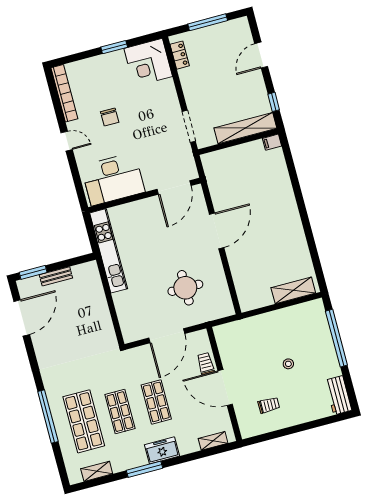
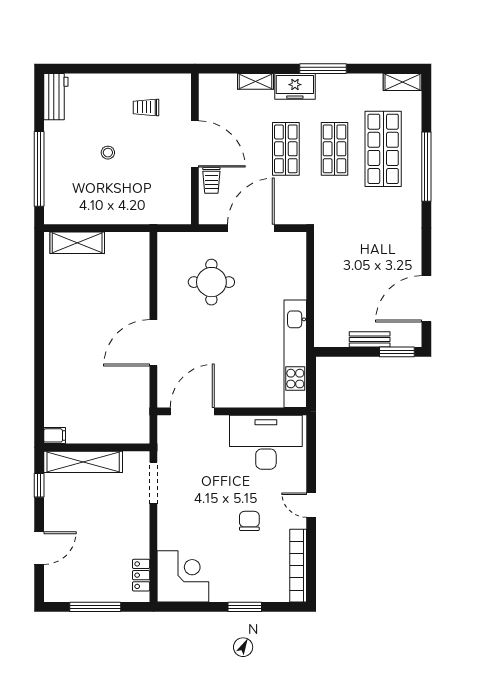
window: (114, 47) -> (245, 607), moved
shelving: (213, 441) -> (255, 81), moved
shelving: (97, 471) -> (402, 82), moved

